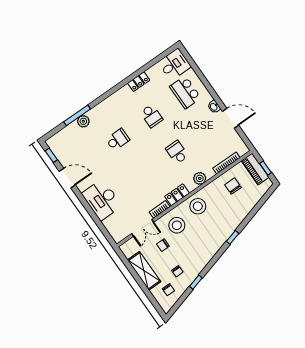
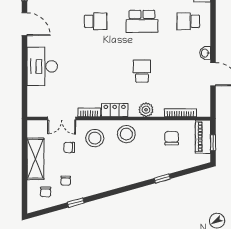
school desk: (185, 92) -> (188, 21), width x0.54
school desk: (152, 116) -> (142, 21), width x1.85
window: (233, 237) -> (162, 178), moved

